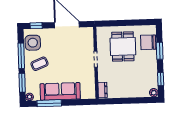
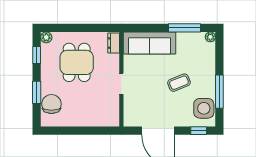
chair: (148, 42) -> (51, 104), turned -90
dining table: (123, 46) -> (77, 62), moved
coffee table: (40, 64) -> (179, 83), moved
window: (22, 83) -> (219, 56), removed
sofa: (60, 91) -> (150, 43), moved

